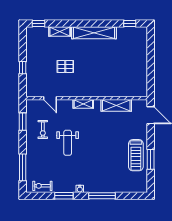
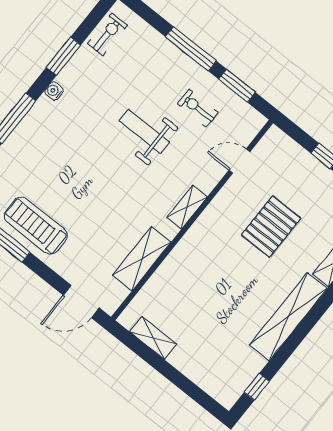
pallet: (65, 66) -> (271, 227), width x1.50, depth x1.42
shelving: (143, 77) -> (153, 338), added
window: (23, 167) -> (191, 49), moved

